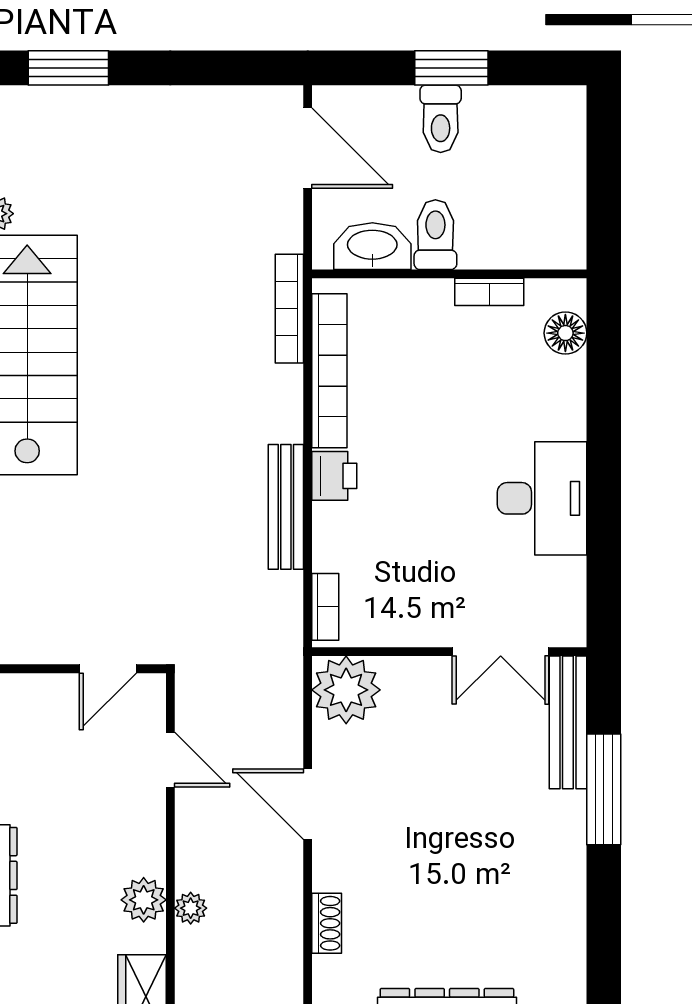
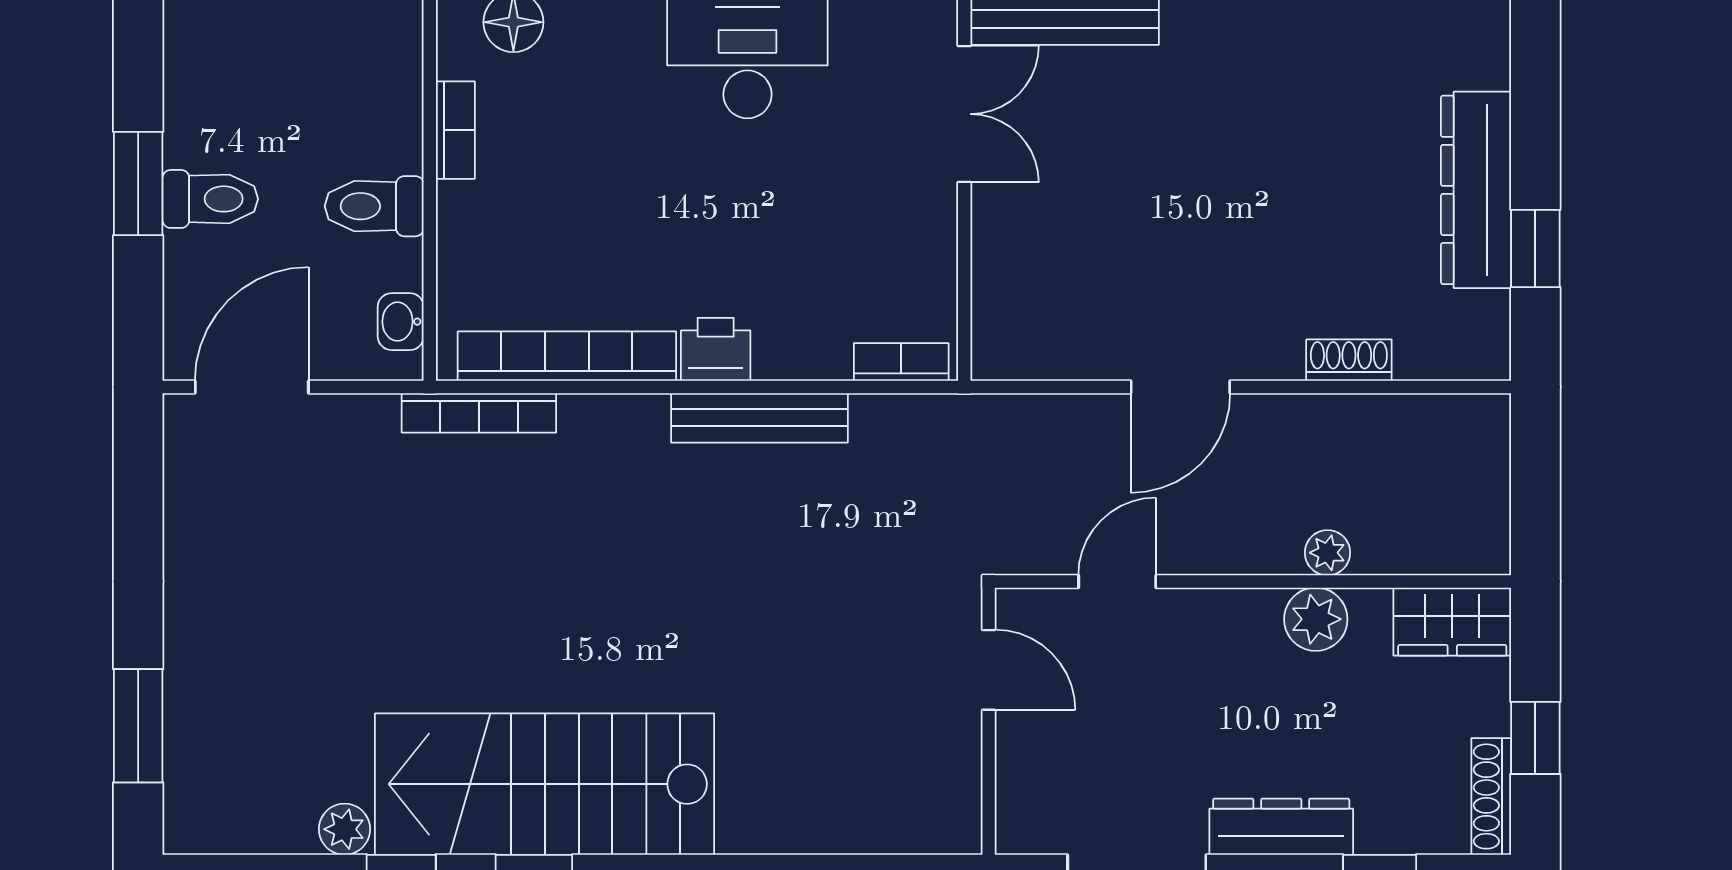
washbasin: (372, 246) -> (401, 322), width x0.52, depth x0.69
plant: (346, 690) -> (1019, 333), removed

